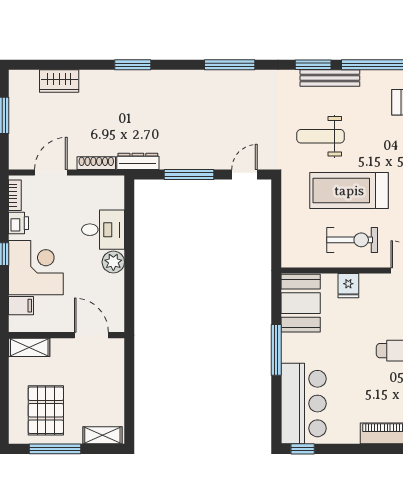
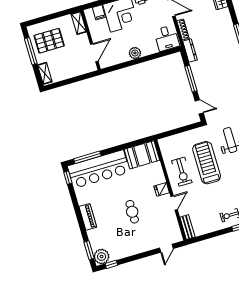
desk: (103, 230) -> (167, 38), moved
fridge: (348, 286) -> (162, 189), moved
window: (276, 350) -> (87, 157), moved
bar counter: (304, 404) -> (99, 169), width x1.36

